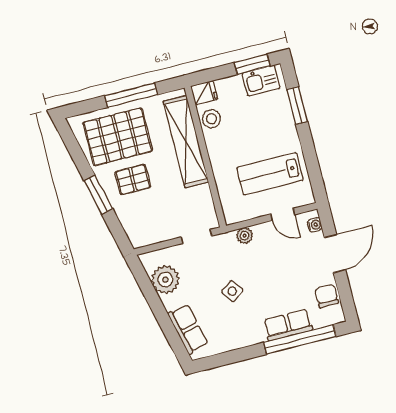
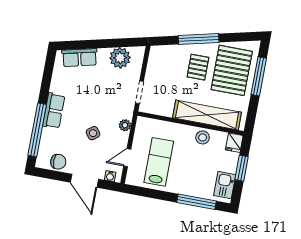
window: (252, 64) -> (242, 168), moved
window: (131, 95) -> (259, 76), moved
window: (297, 105) -> (196, 202), width x1.44
stool: (211, 119) -> (203, 137), moved
window: (98, 195) -> (199, 39), width x1.44
side table: (232, 291) -> (93, 133), moved
row of seats: (288, 325) -> (54, 111), moved

